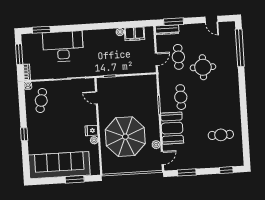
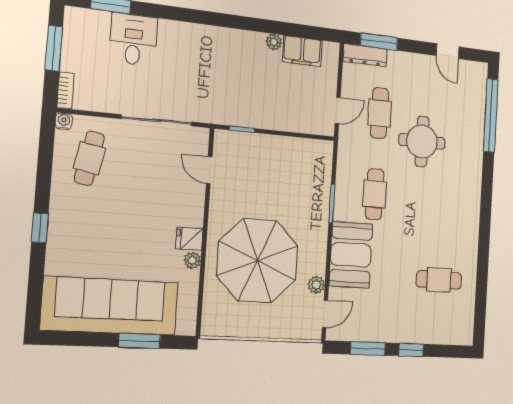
desk: (63, 46) -> (133, 39), width x0.53, depth x0.77
window: (226, 170) -> (411, 350), moved

